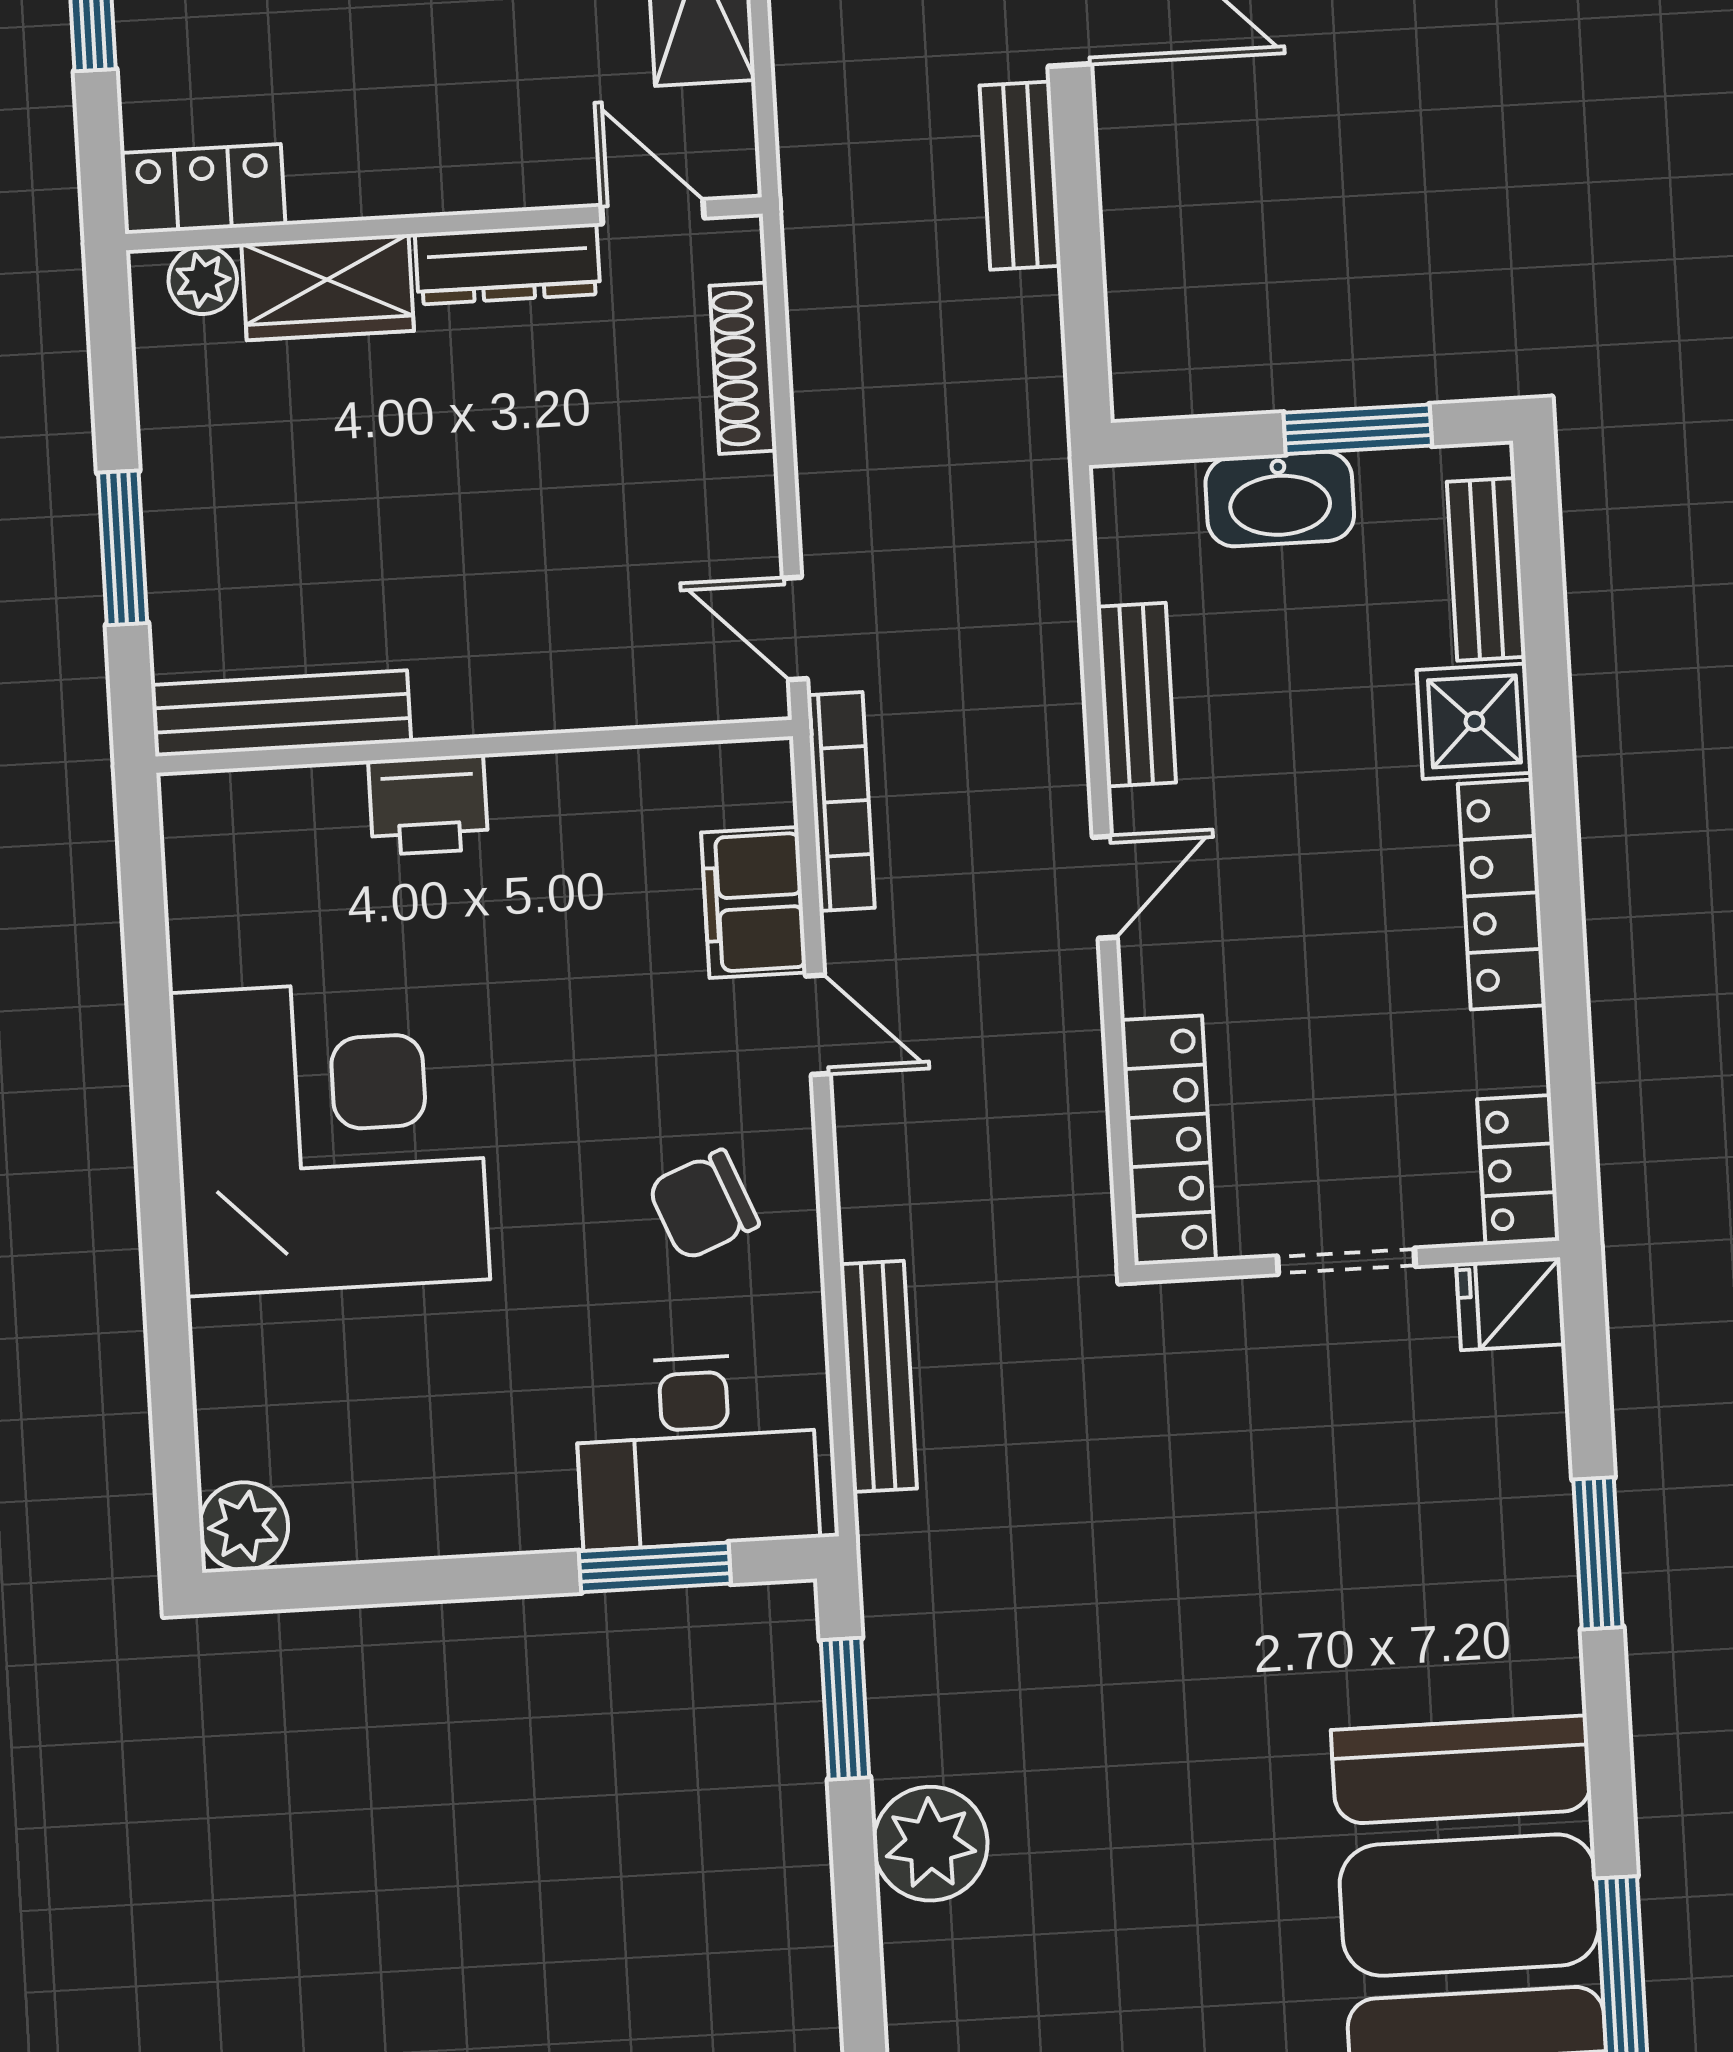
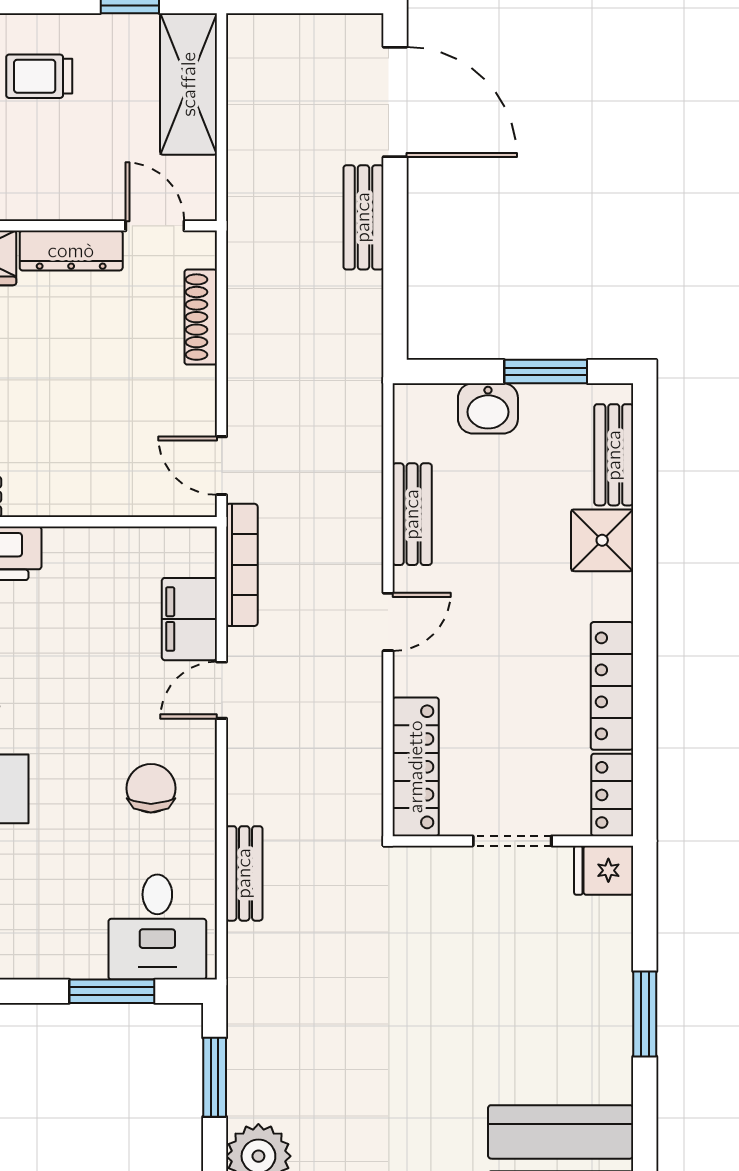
washbasin: (1280, 499) -> (488, 408), width x0.72
locker: (1502, 895) -> (612, 686), moved
door: (818, 1025) -> (222, 690), swing flipped
chair: (703, 1205) -> (151, 788), turned 112
bench: (878, 1376) -> (244, 873), width x0.73
desk: (696, 1451) -> (157, 927), width x0.73

